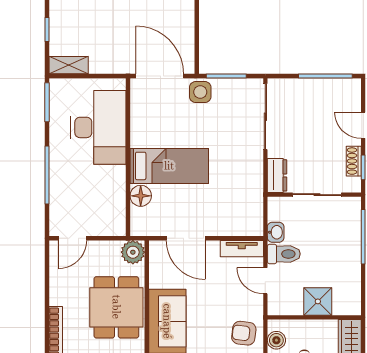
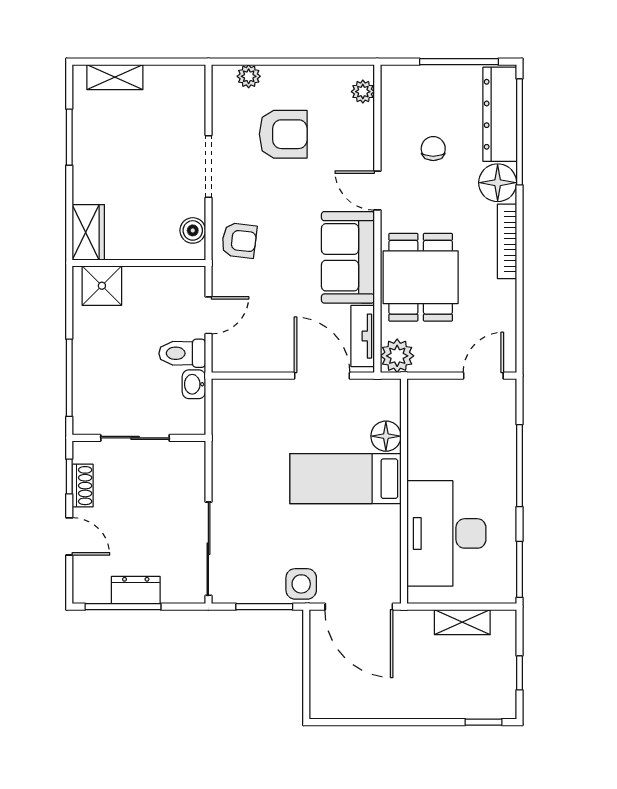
shelving: (69, 65) -> (462, 622), moved
dresser: (277, 175) -> (136, 590), moved, turned 90
tv unit: (242, 249) -> (363, 336), moved, turned -90
door: (265, 281) -> (208, 315), hinge flipped
shower: (318, 301) -> (102, 286), moved

